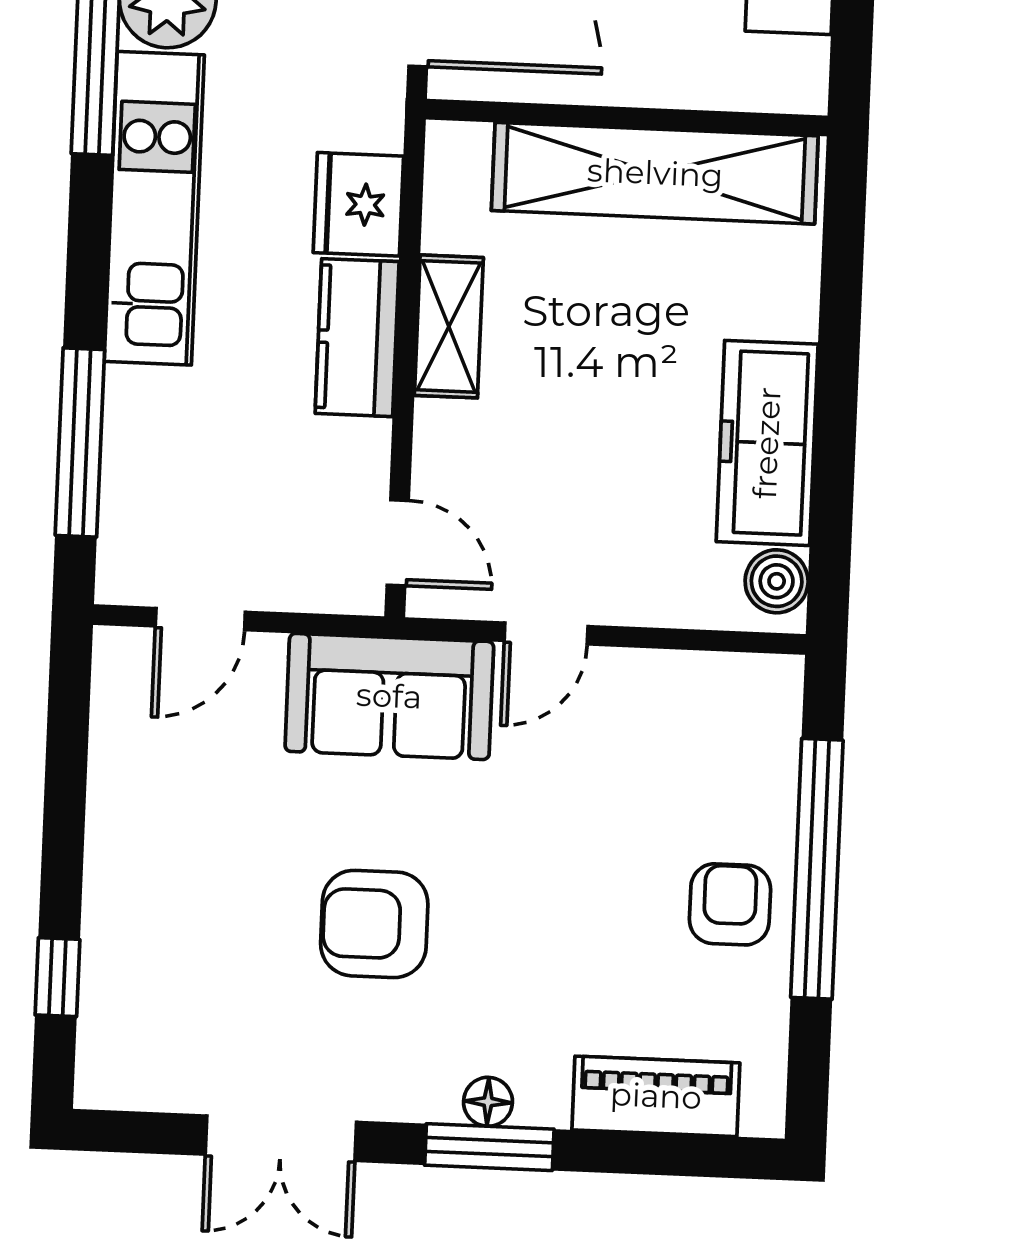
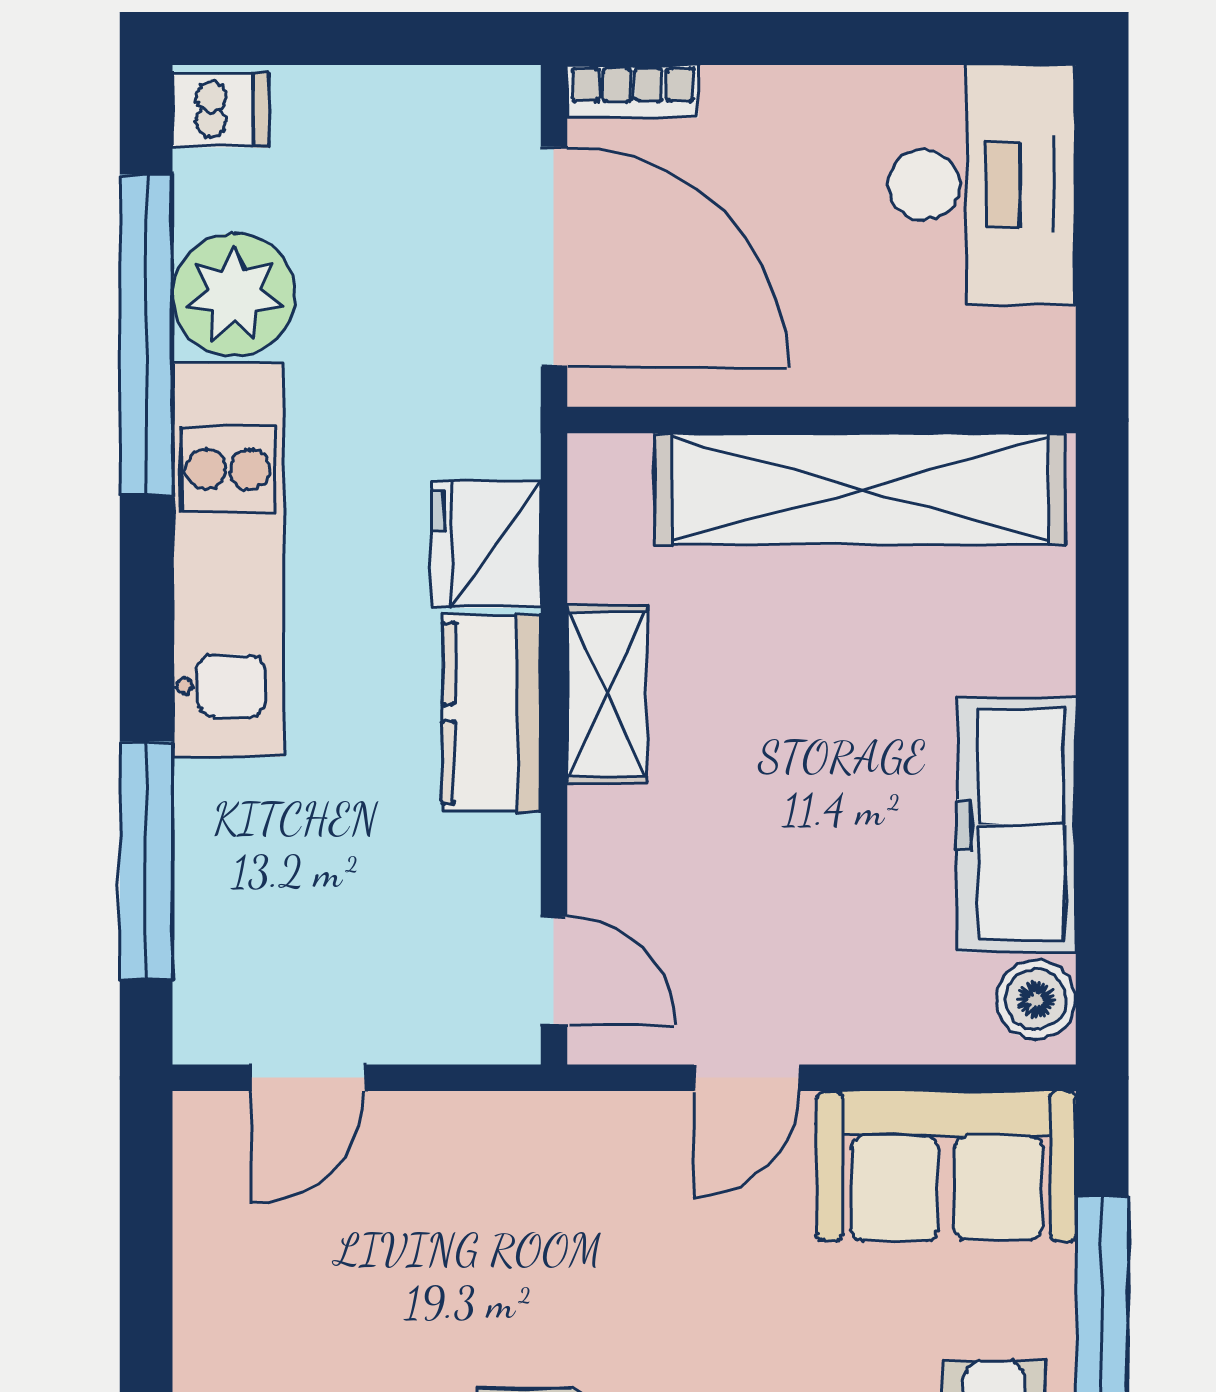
sofa: (389, 696) -> (946, 1166), moved

